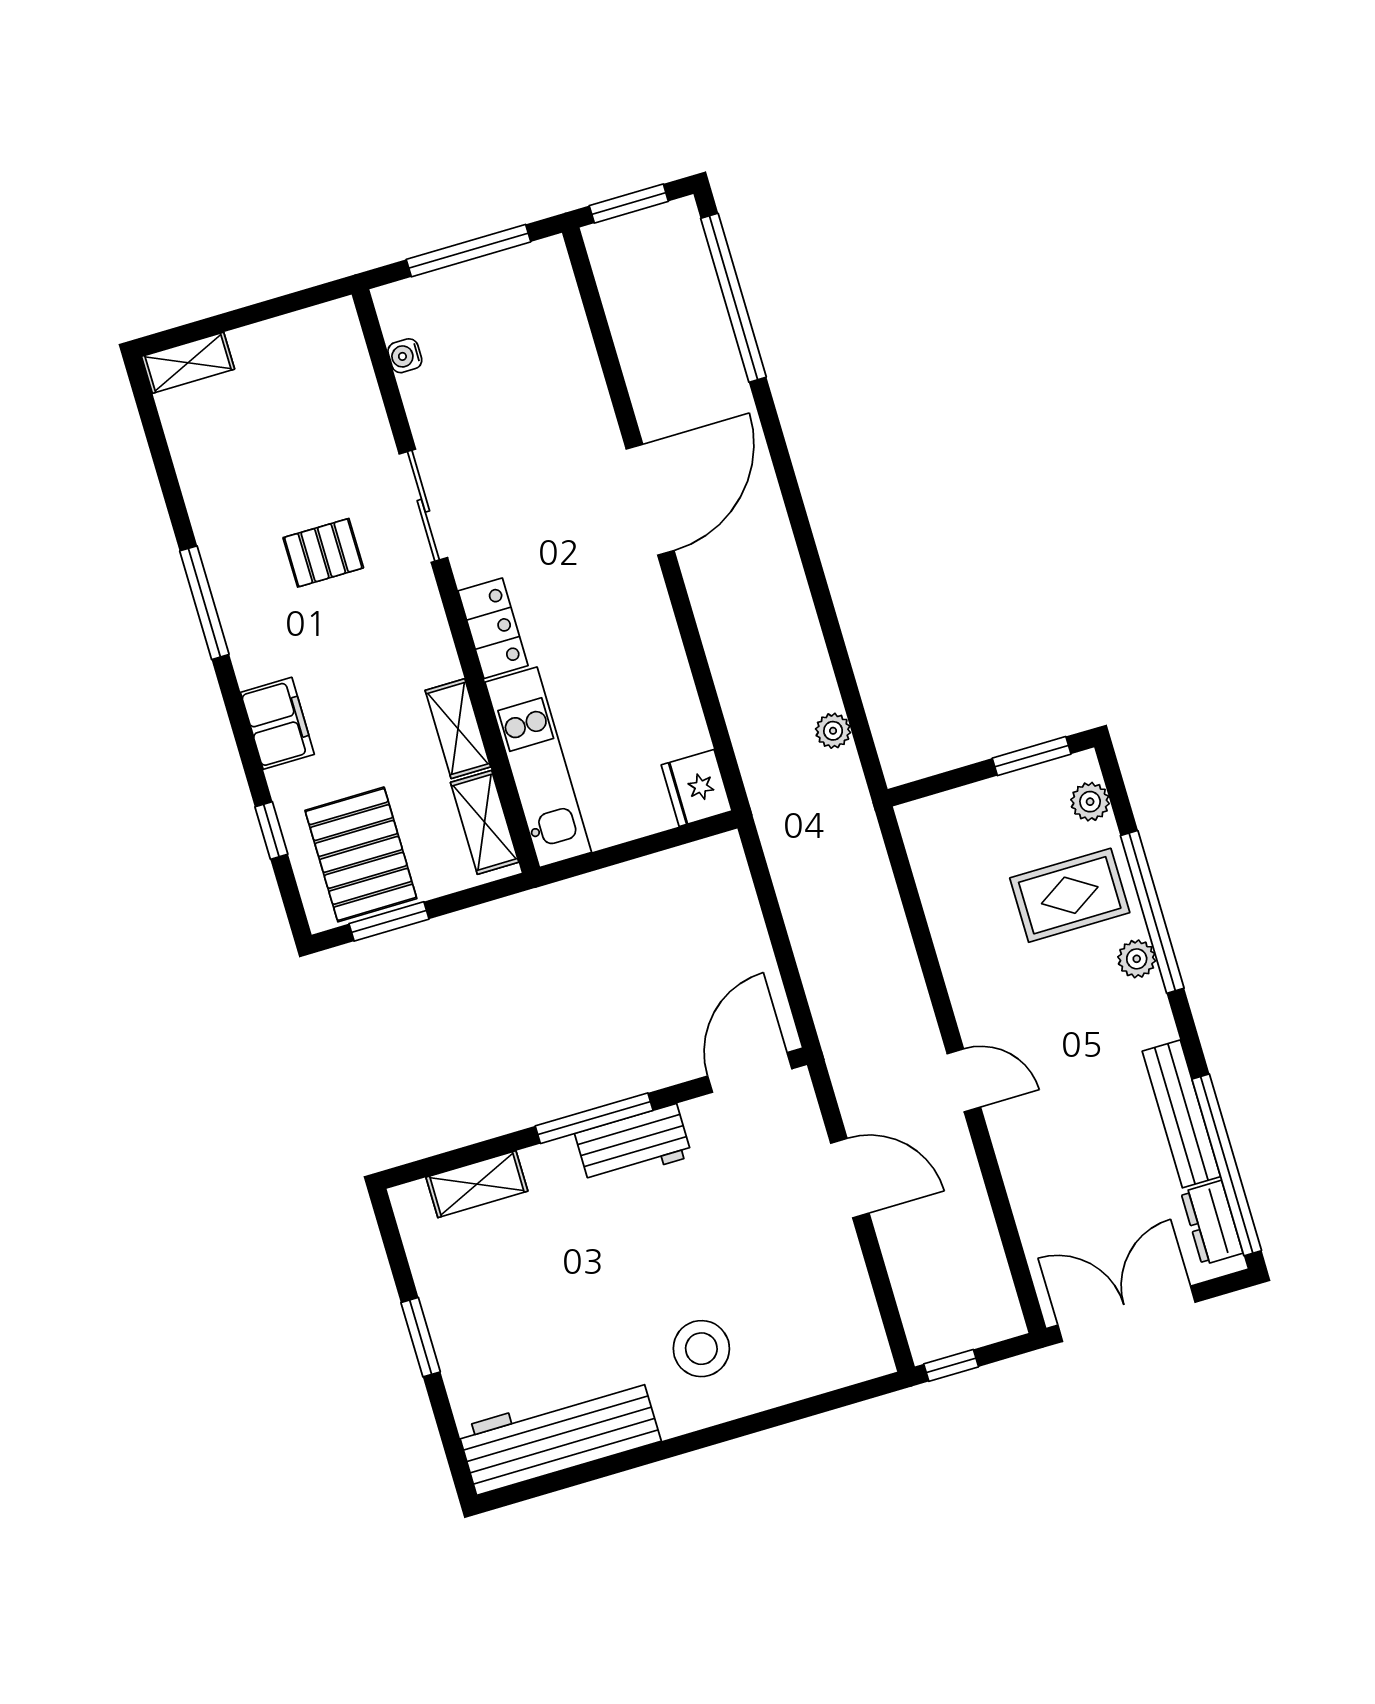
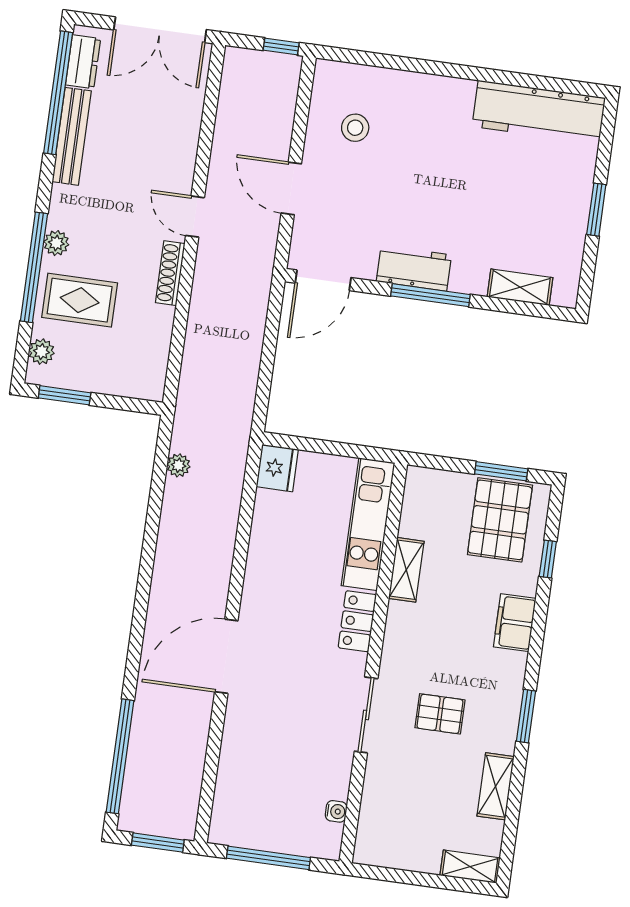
window: (204, 603) -> (526, 716), width x0.69
shelving: (485, 822) -> (496, 786), moved
shoe rack: (963, 988) -> (170, 273), added
stool: (701, 1349) -> (355, 128), moved, width x0.73, depth x0.73

